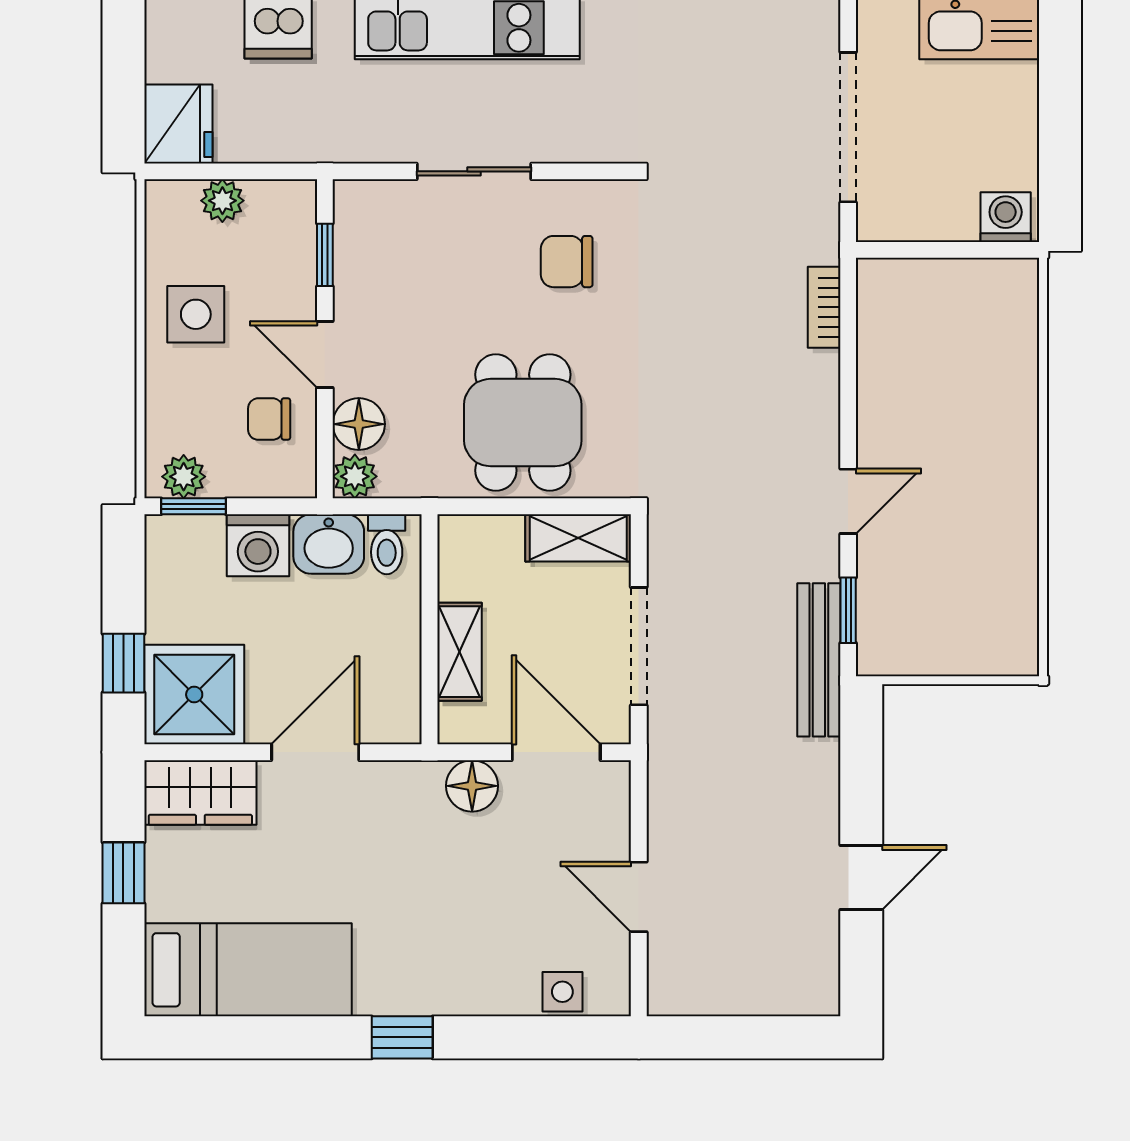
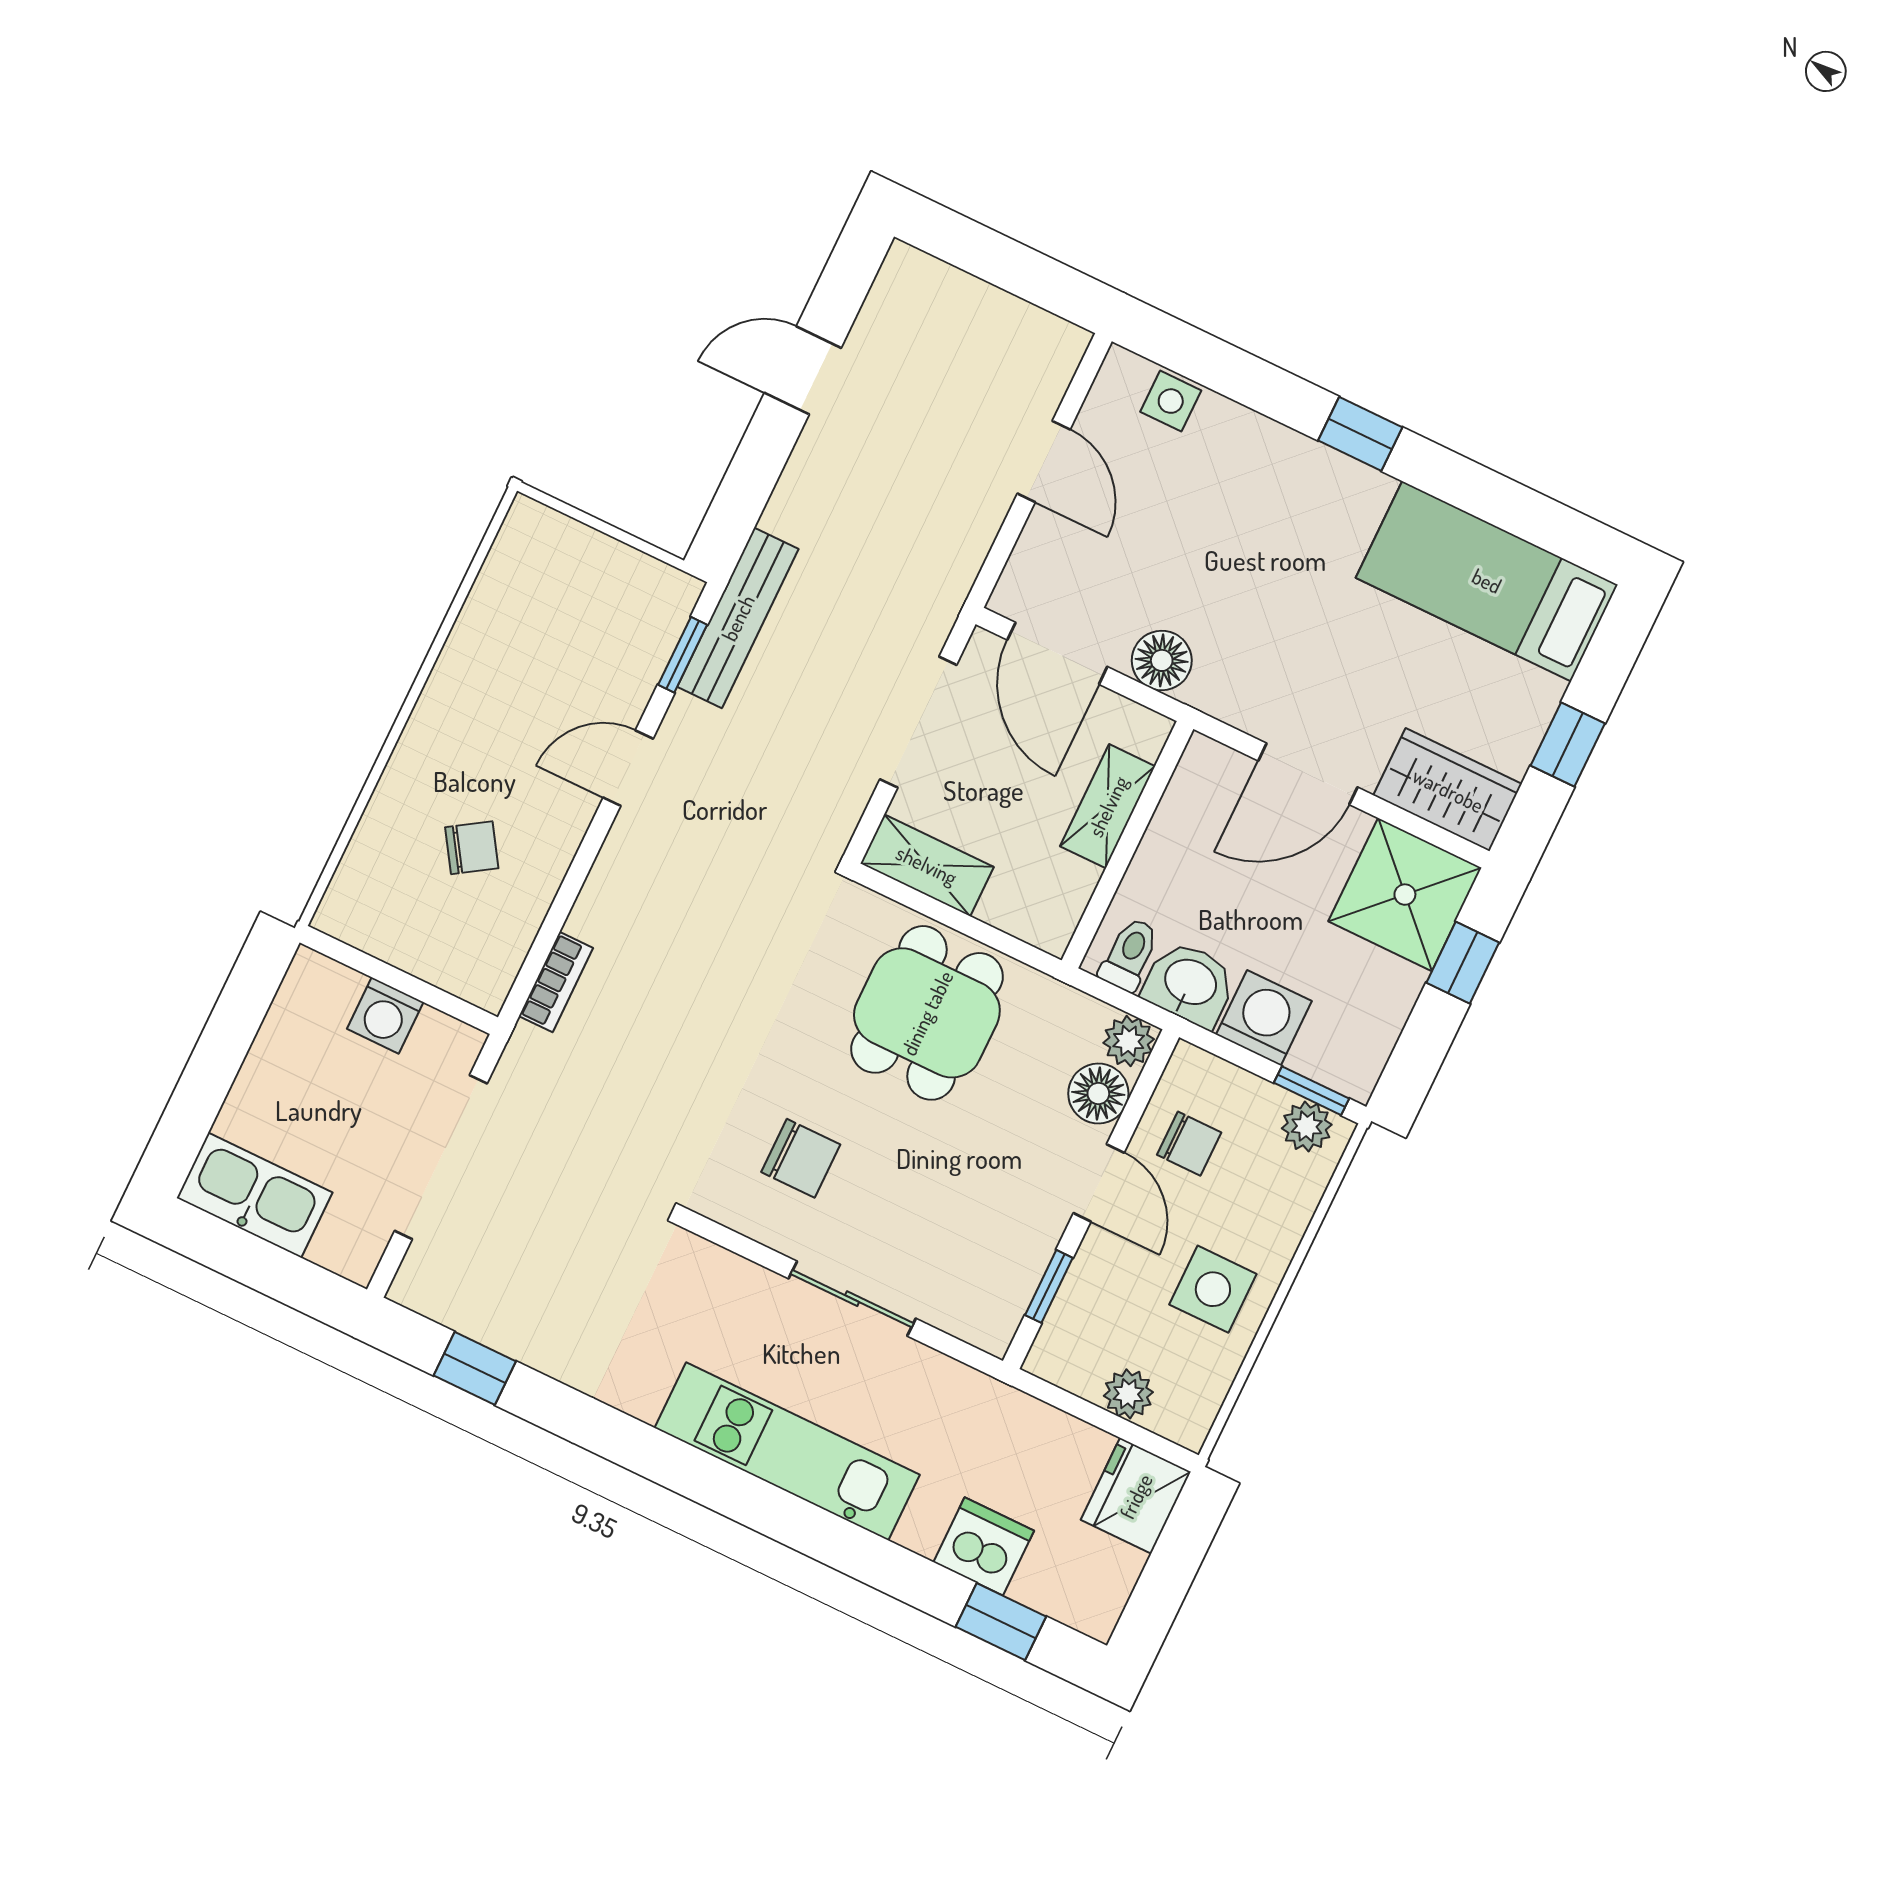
washing machine: (1006, 217) -> (385, 1015), moved
chair: (940, 380) -> (472, 848), added

